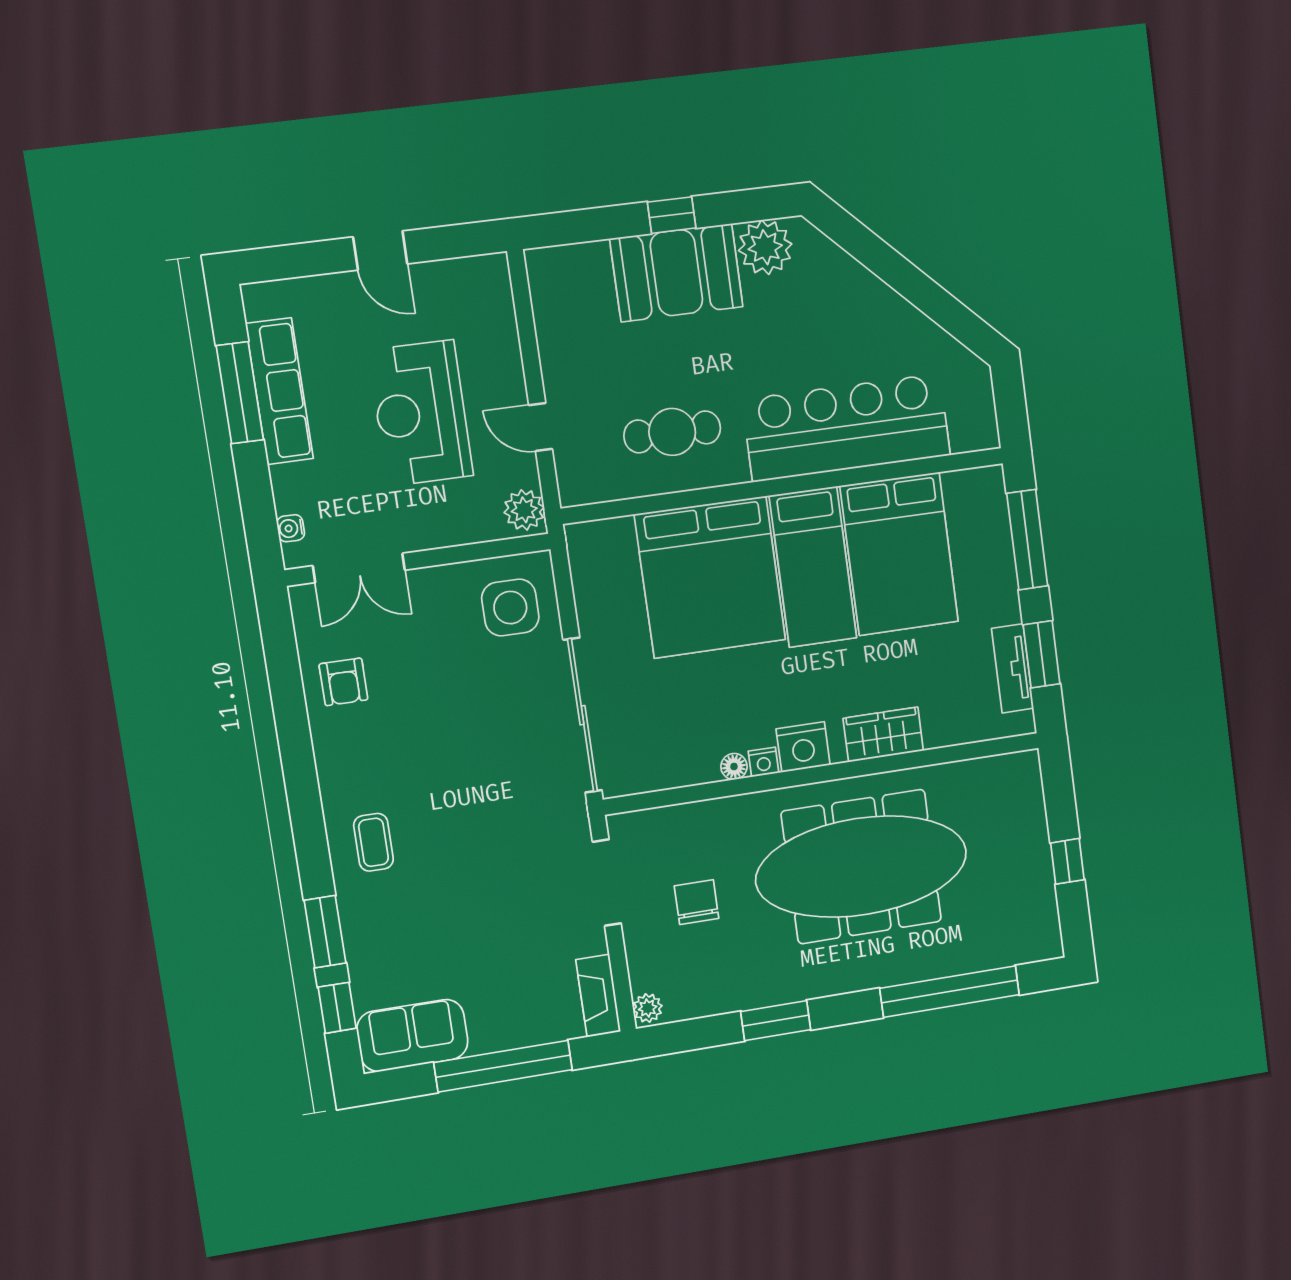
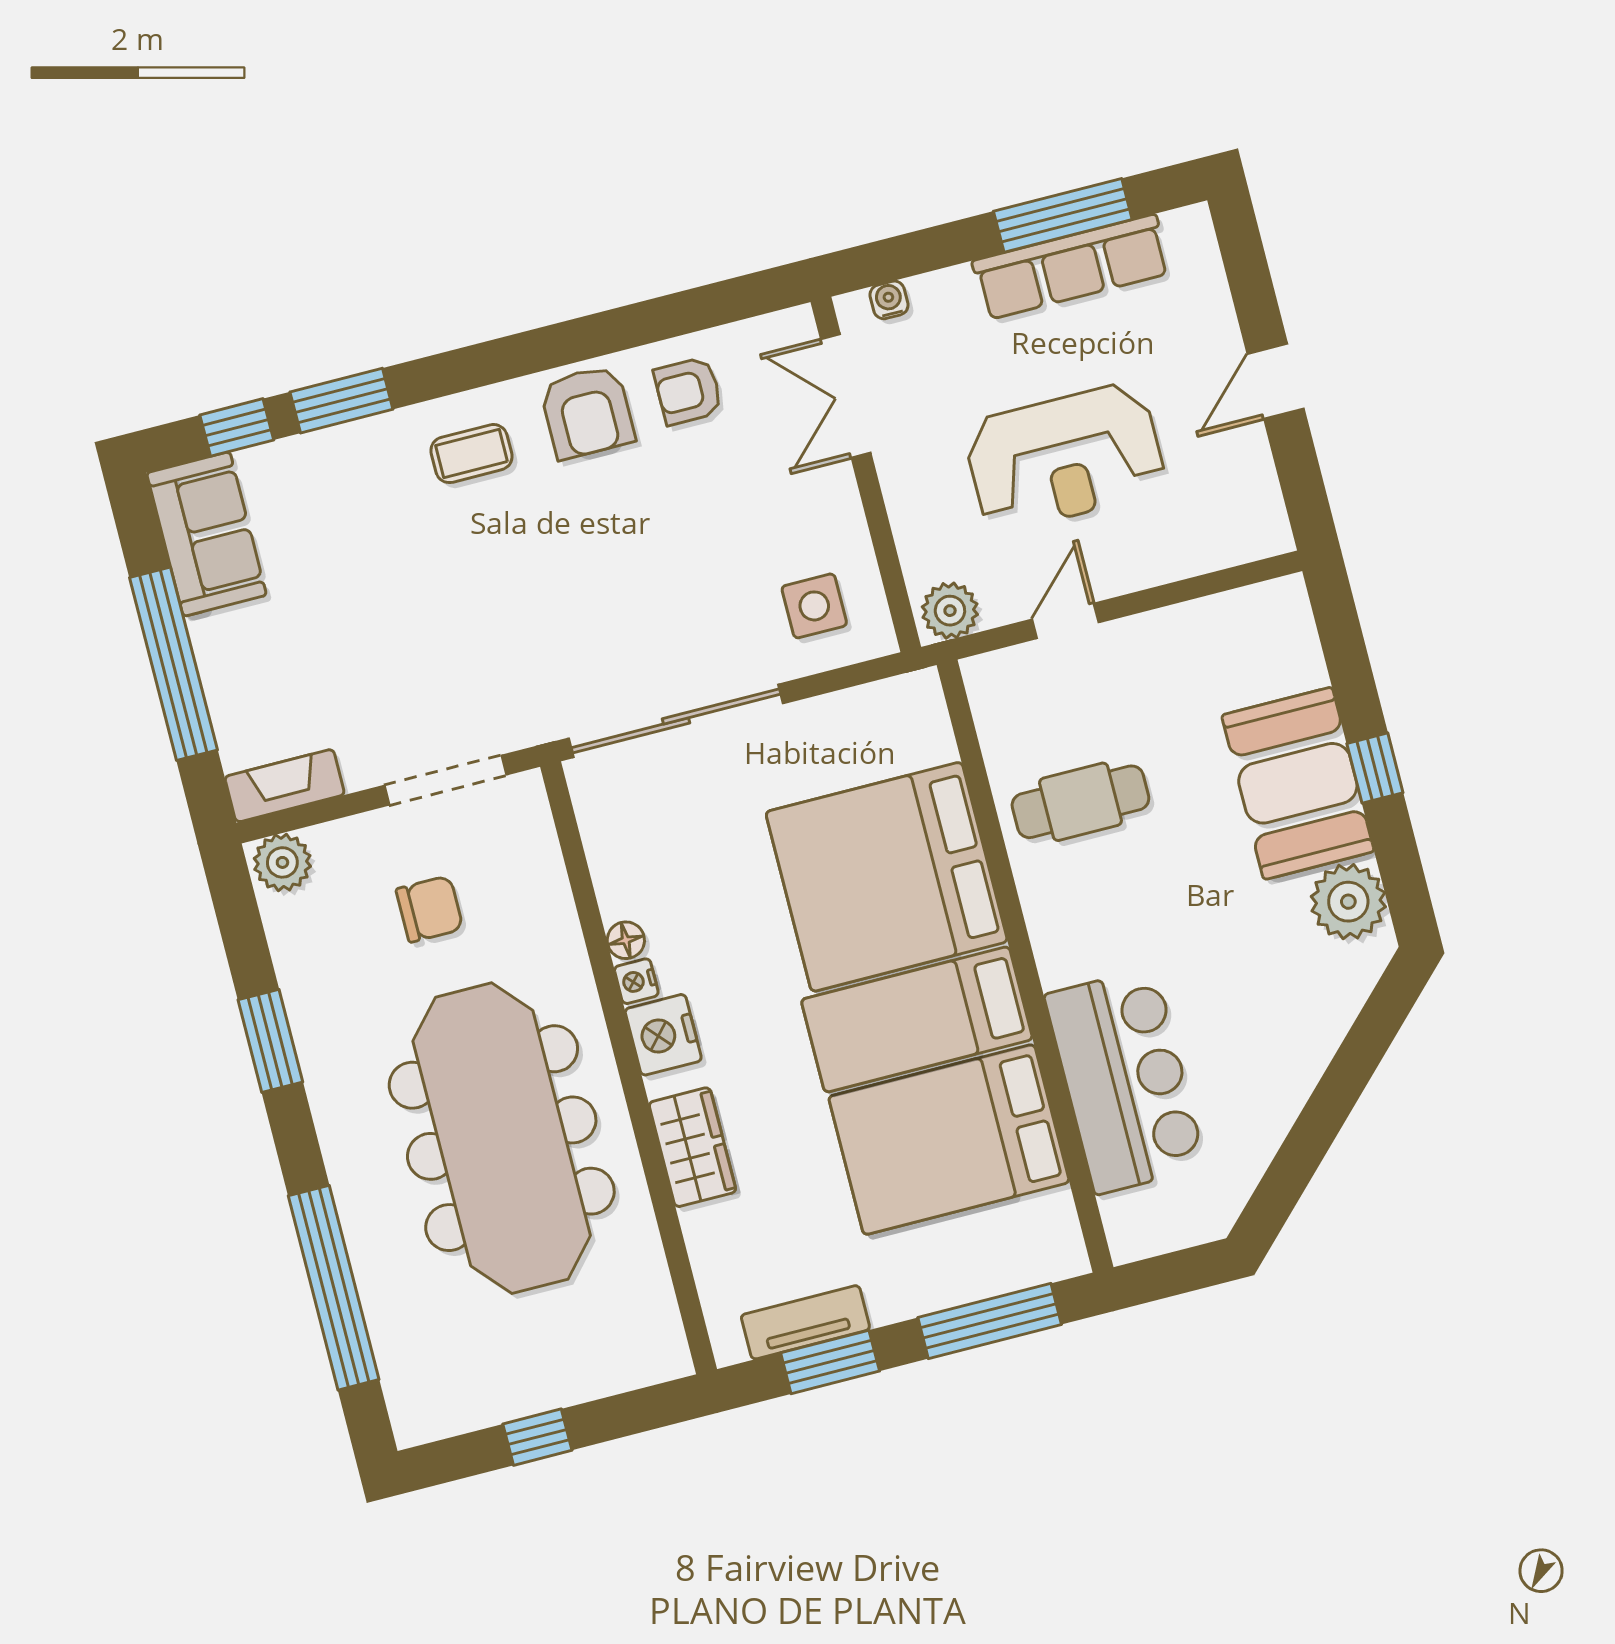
reception desk: (421, 413) -> (1065, 457), turned 180
bar counter: (847, 428) -> (1125, 1081), width x0.73
cafe table: (672, 432) -> (1080, 802), turned 90
side table: (510, 608) -> (814, 606), width x0.73, depth x0.73
armchair: (352, 756) -> (587, 412), added
plant: (648, 1008) -> (282, 862), width x1.38, depth x1.38

